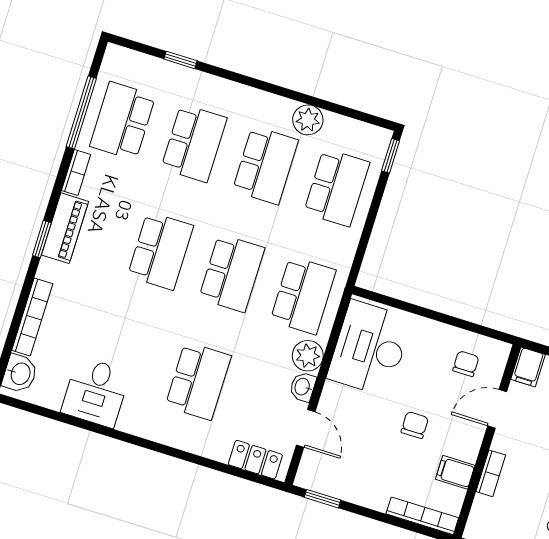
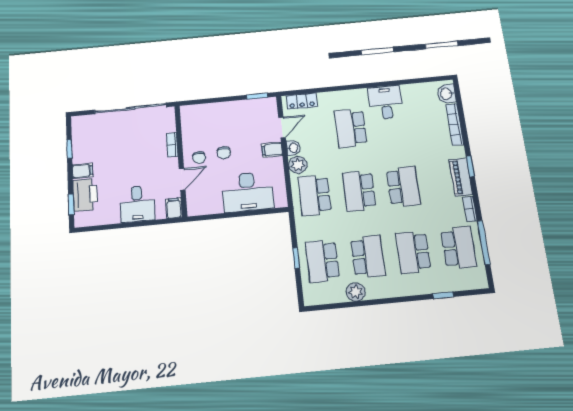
window: (391, 156) -> (296, 258), moved
school desk: (265, 165) -> (368, 257), turned 180
school desk: (160, 251) -> (403, 186), turned 180
desk: (370, 348) -> (248, 192), moved, turned 90
chair: (466, 364) -> (199, 158), moved
desk: (96, 392) -> (386, 102), moved
door: (306, 428) -> (282, 127), swing flipped
filing cabinet: (455, 472) -> (272, 150), moved, turned 180
bookcase: (422, 516) -> (200, 109), removed

